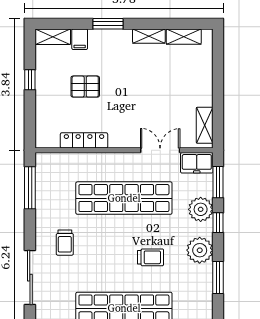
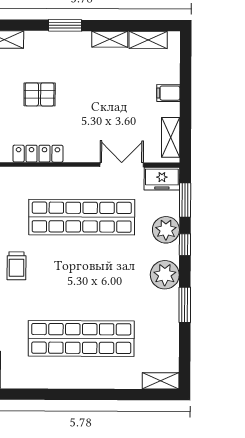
filing cabinet: (80, 39) -> (168, 93), moved, turned 90
trolley: (150, 257) -> (111, 282), removed

